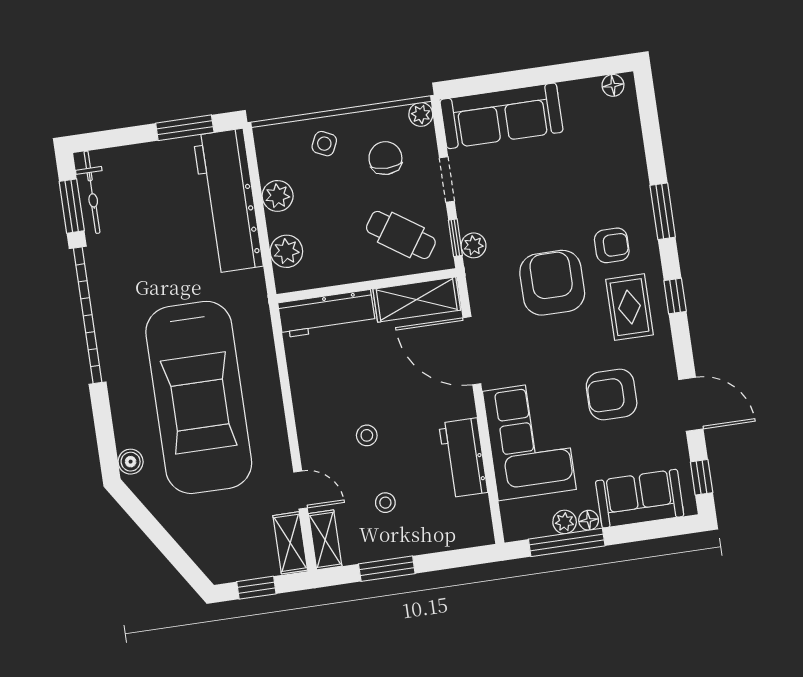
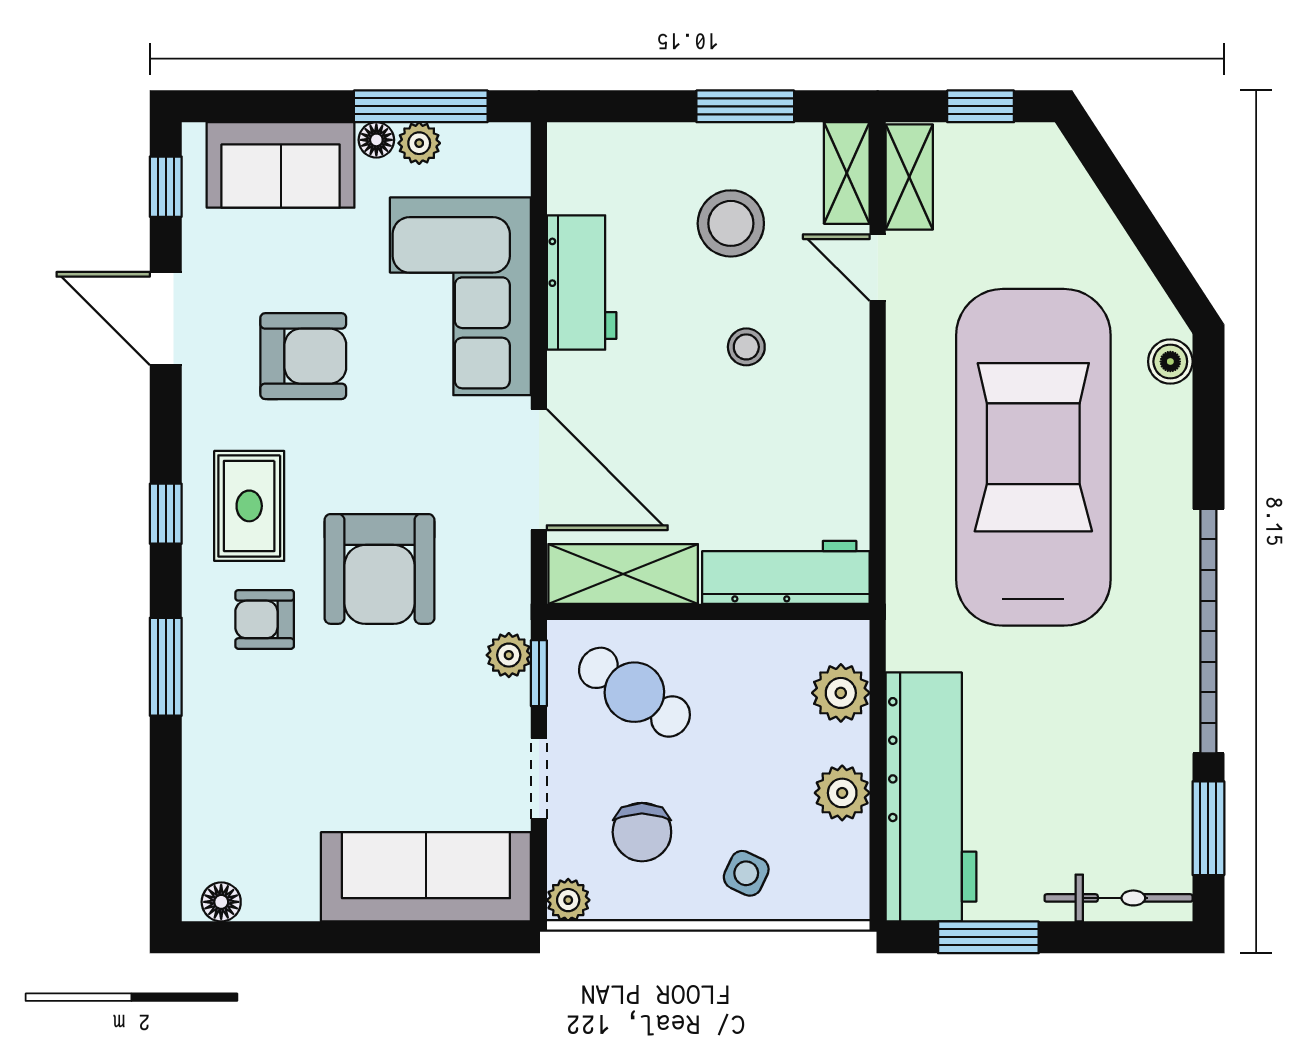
bicycle: (92, 192) -> (1119, 898), moved, turned 90
stool: (385, 503) -> (731, 223), width x1.89, depth x1.89

